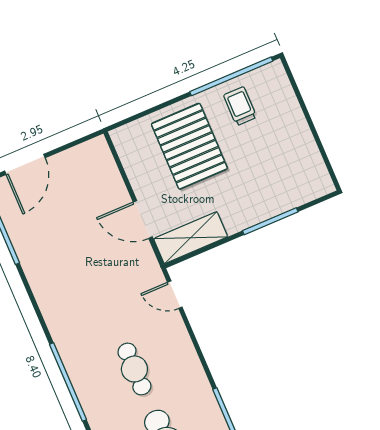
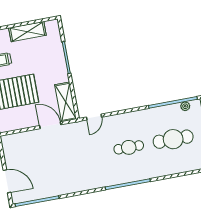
shelving: (301, 141) -> (27, 32), added
door: (143, 219) -> (50, 125), swing flipped

